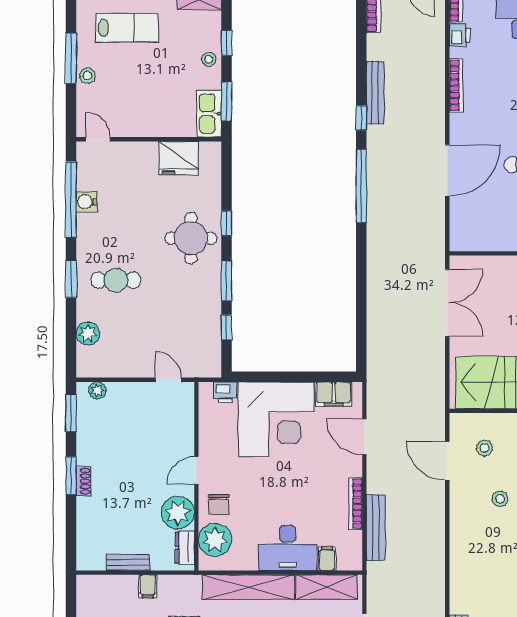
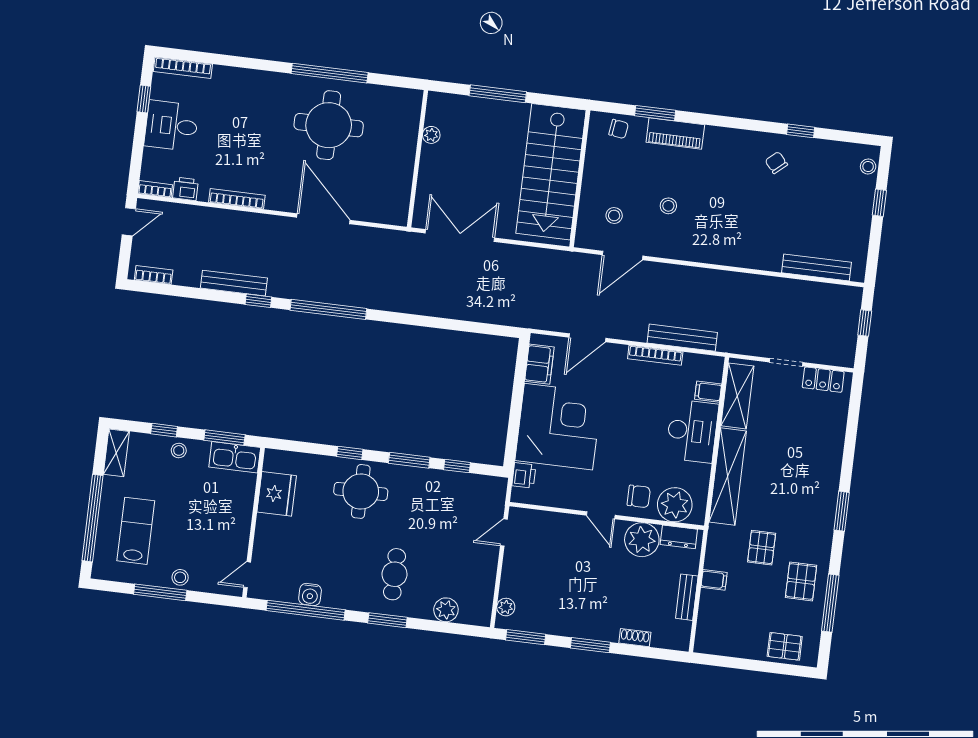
shoe rack: (83, 481) -> (635, 638), moved

